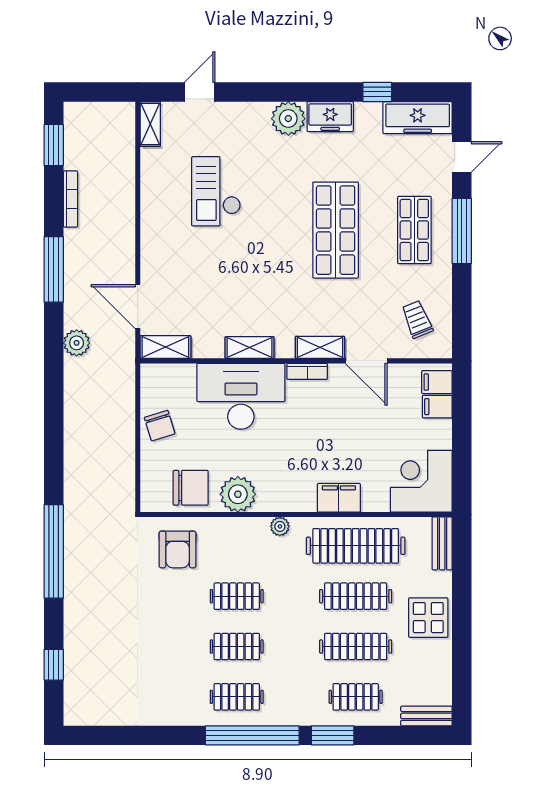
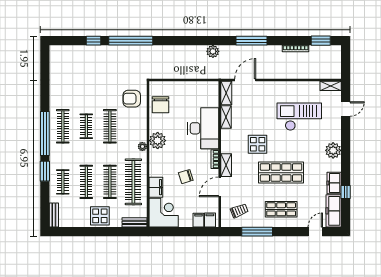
door: (200, 92) -> (346, 109), hinge flipped
freezer: (330, 117) -> (334, 183), moved
door: (462, 157) -> (315, 232), swing flipped
checkout: (216, 191) -> (299, 117), width x1.36, depth x1.21
window: (462, 231) -> (257, 232), moved
window: (54, 269) -> (251, 41), moved
display table: (275, 280) -> (258, 144), added
plant: (77, 343) -> (213, 51), moved
shelving: (249, 348) -> (226, 117), moved
chair: (160, 426) -> (186, 177), moved
plant: (238, 494) -> (158, 141), moved
filing cabinet: (339, 498) -> (156, 187), moved
clothes rail: (237, 596) -> (110, 126), width x1.36
window: (54, 665) -> (94, 41), moved
clothes rail: (237, 697) -> (63, 126), width x1.36

